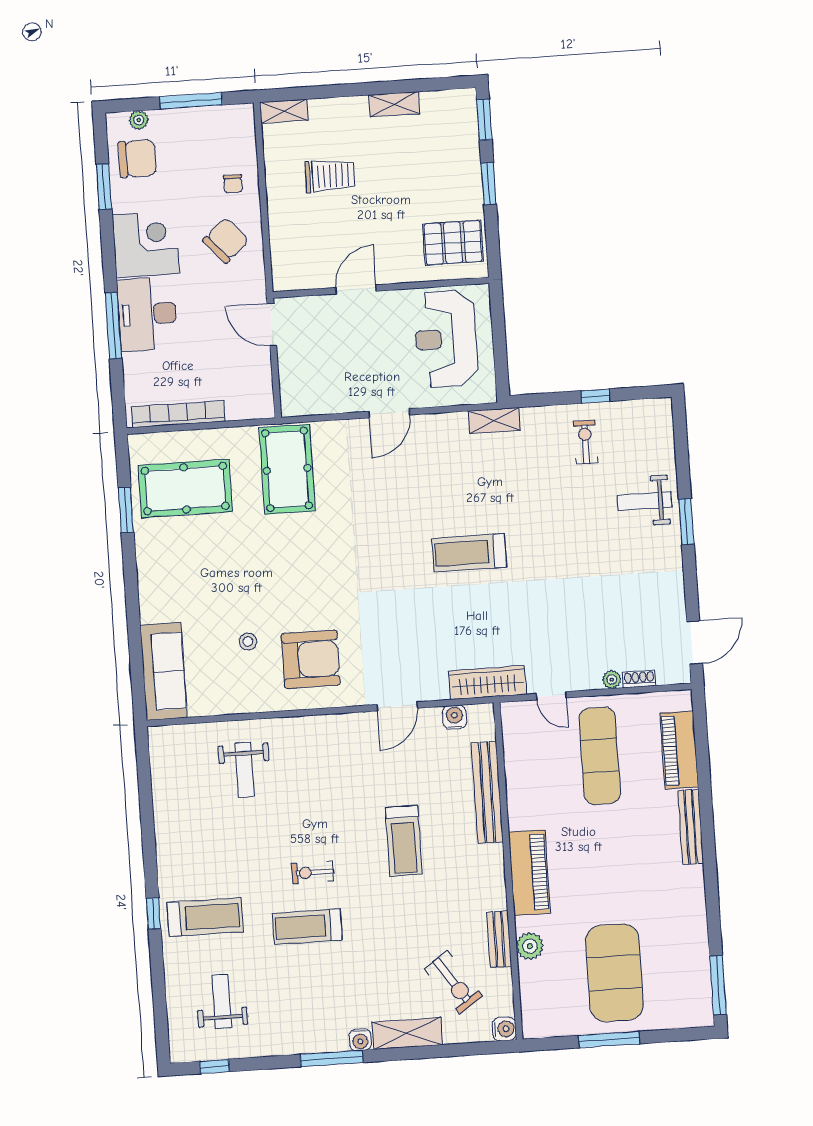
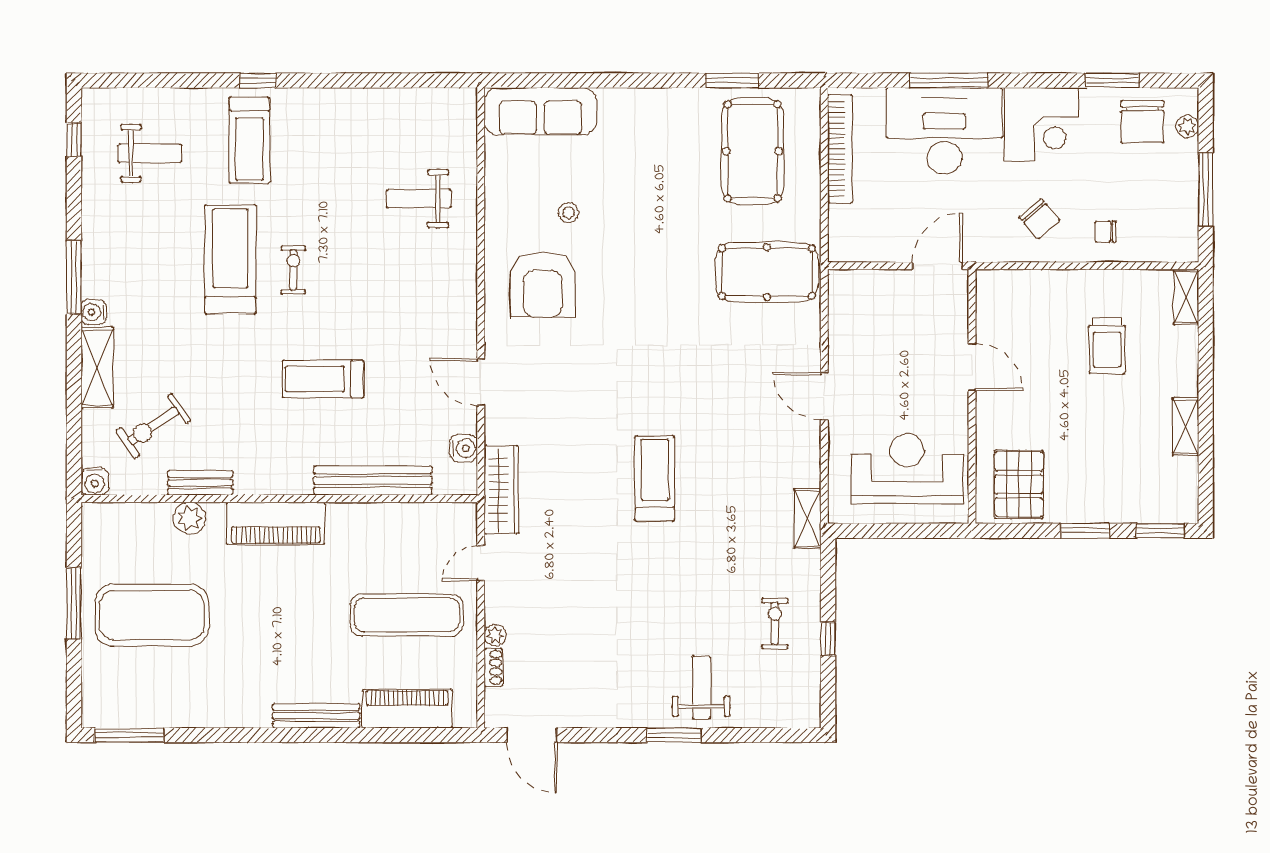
chair: (226, 240) -> (1040, 219), width x0.73, depth x0.73
desk: (147, 314) -> (944, 131), width x1.36, depth x1.30
exercise bike: (585, 442) -> (775, 623), turned -90
treadmill: (307, 927) -> (230, 259), width x1.37, depth x1.38

